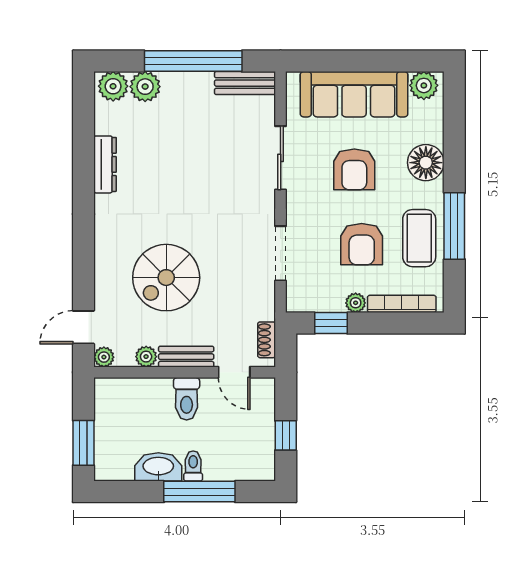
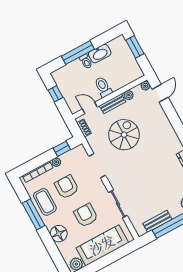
bench: (245, 83) -> (157, 221), moved
spiral stairs: (166, 278) -> (124, 135), moved

